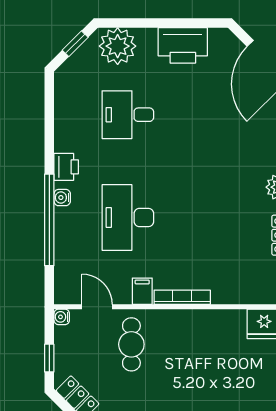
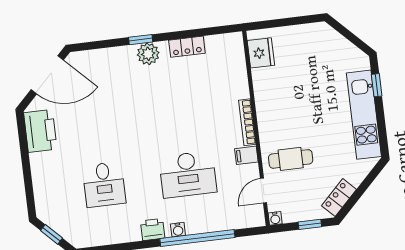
printer: (183, 45) -> (40, 131), moved
plant: (118, 46) -> (49, 200), removed

